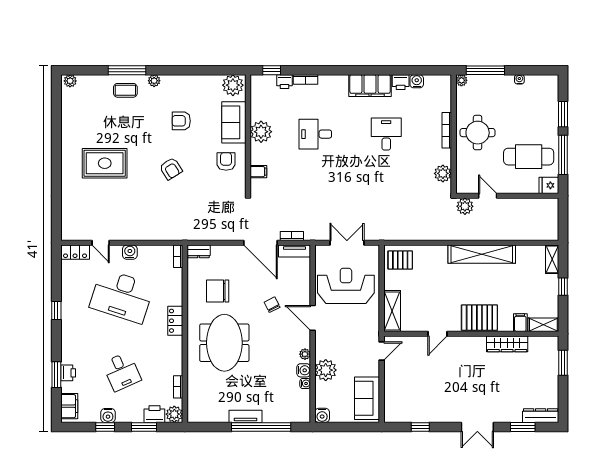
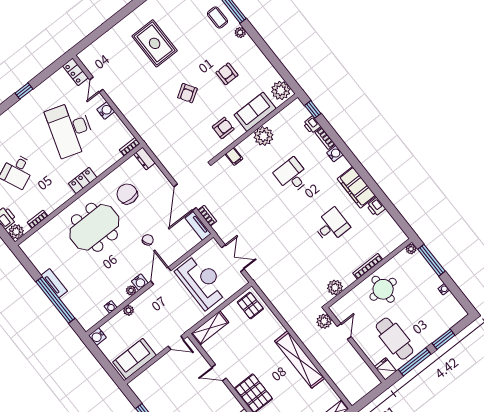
water cooler: (417, 81) -> (335, 154), moved
water cooler: (304, 370) -> (140, 282), moved
plant: (326, 370) -> (129, 310), width x0.53, depth x0.53

